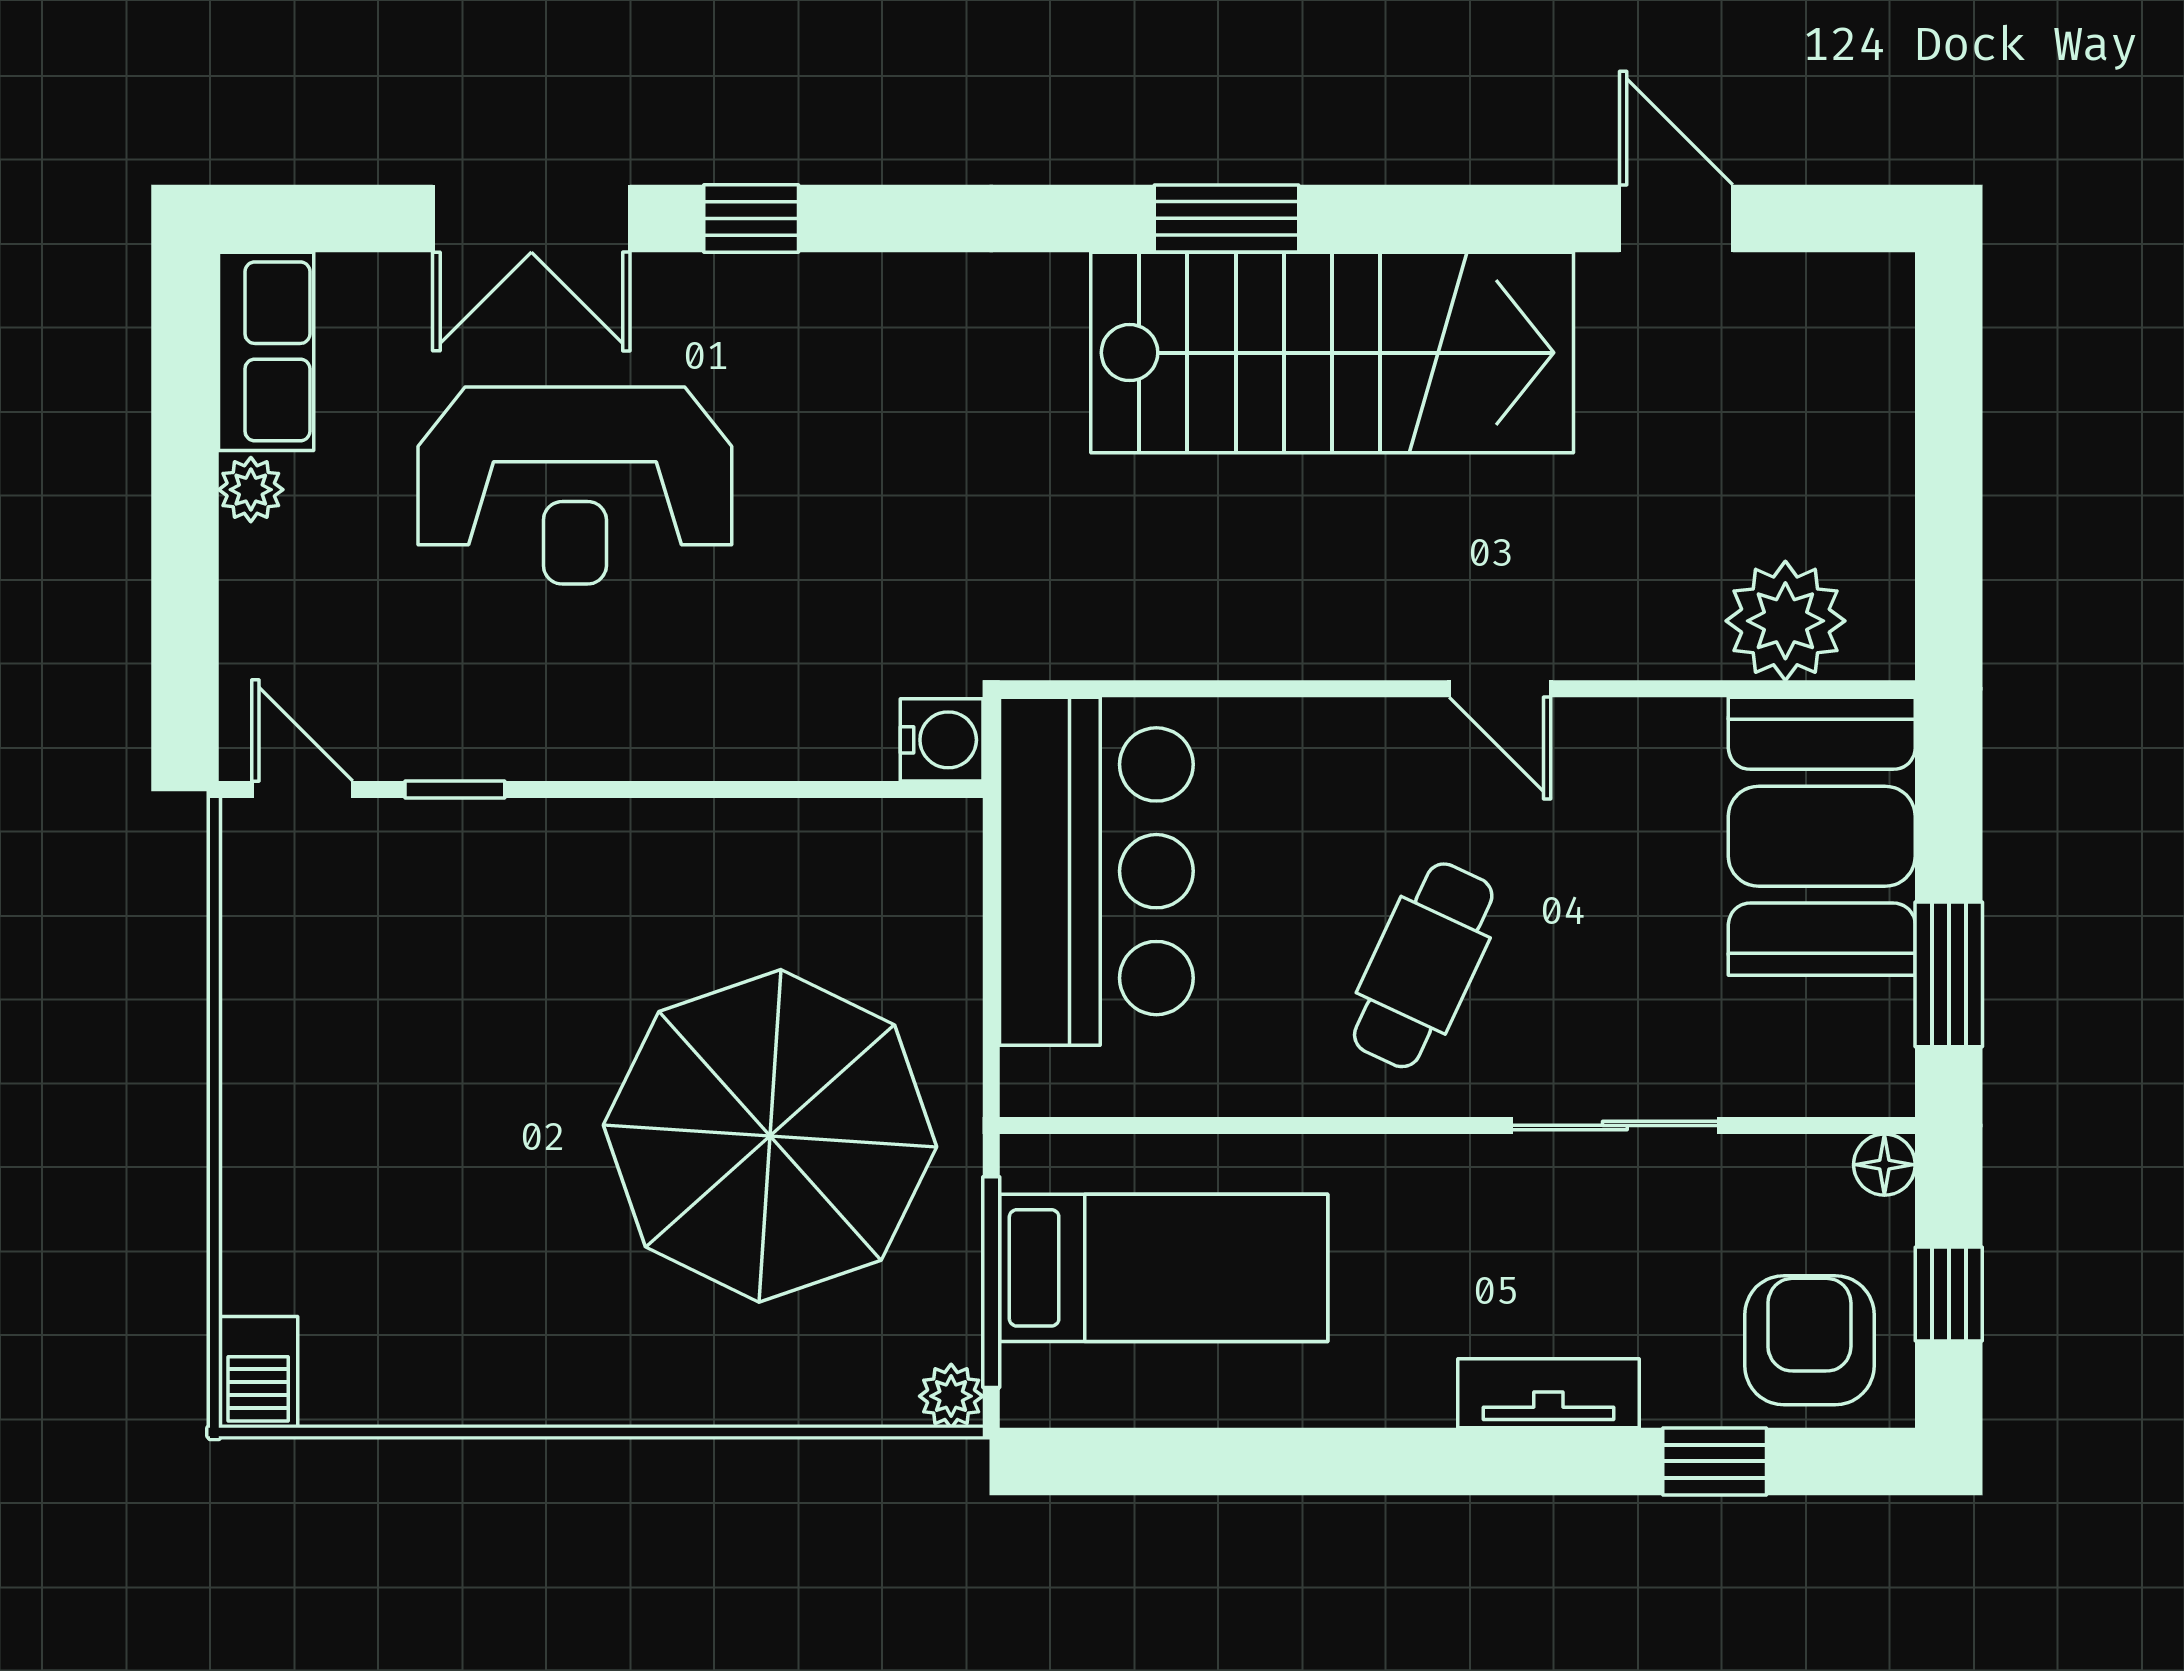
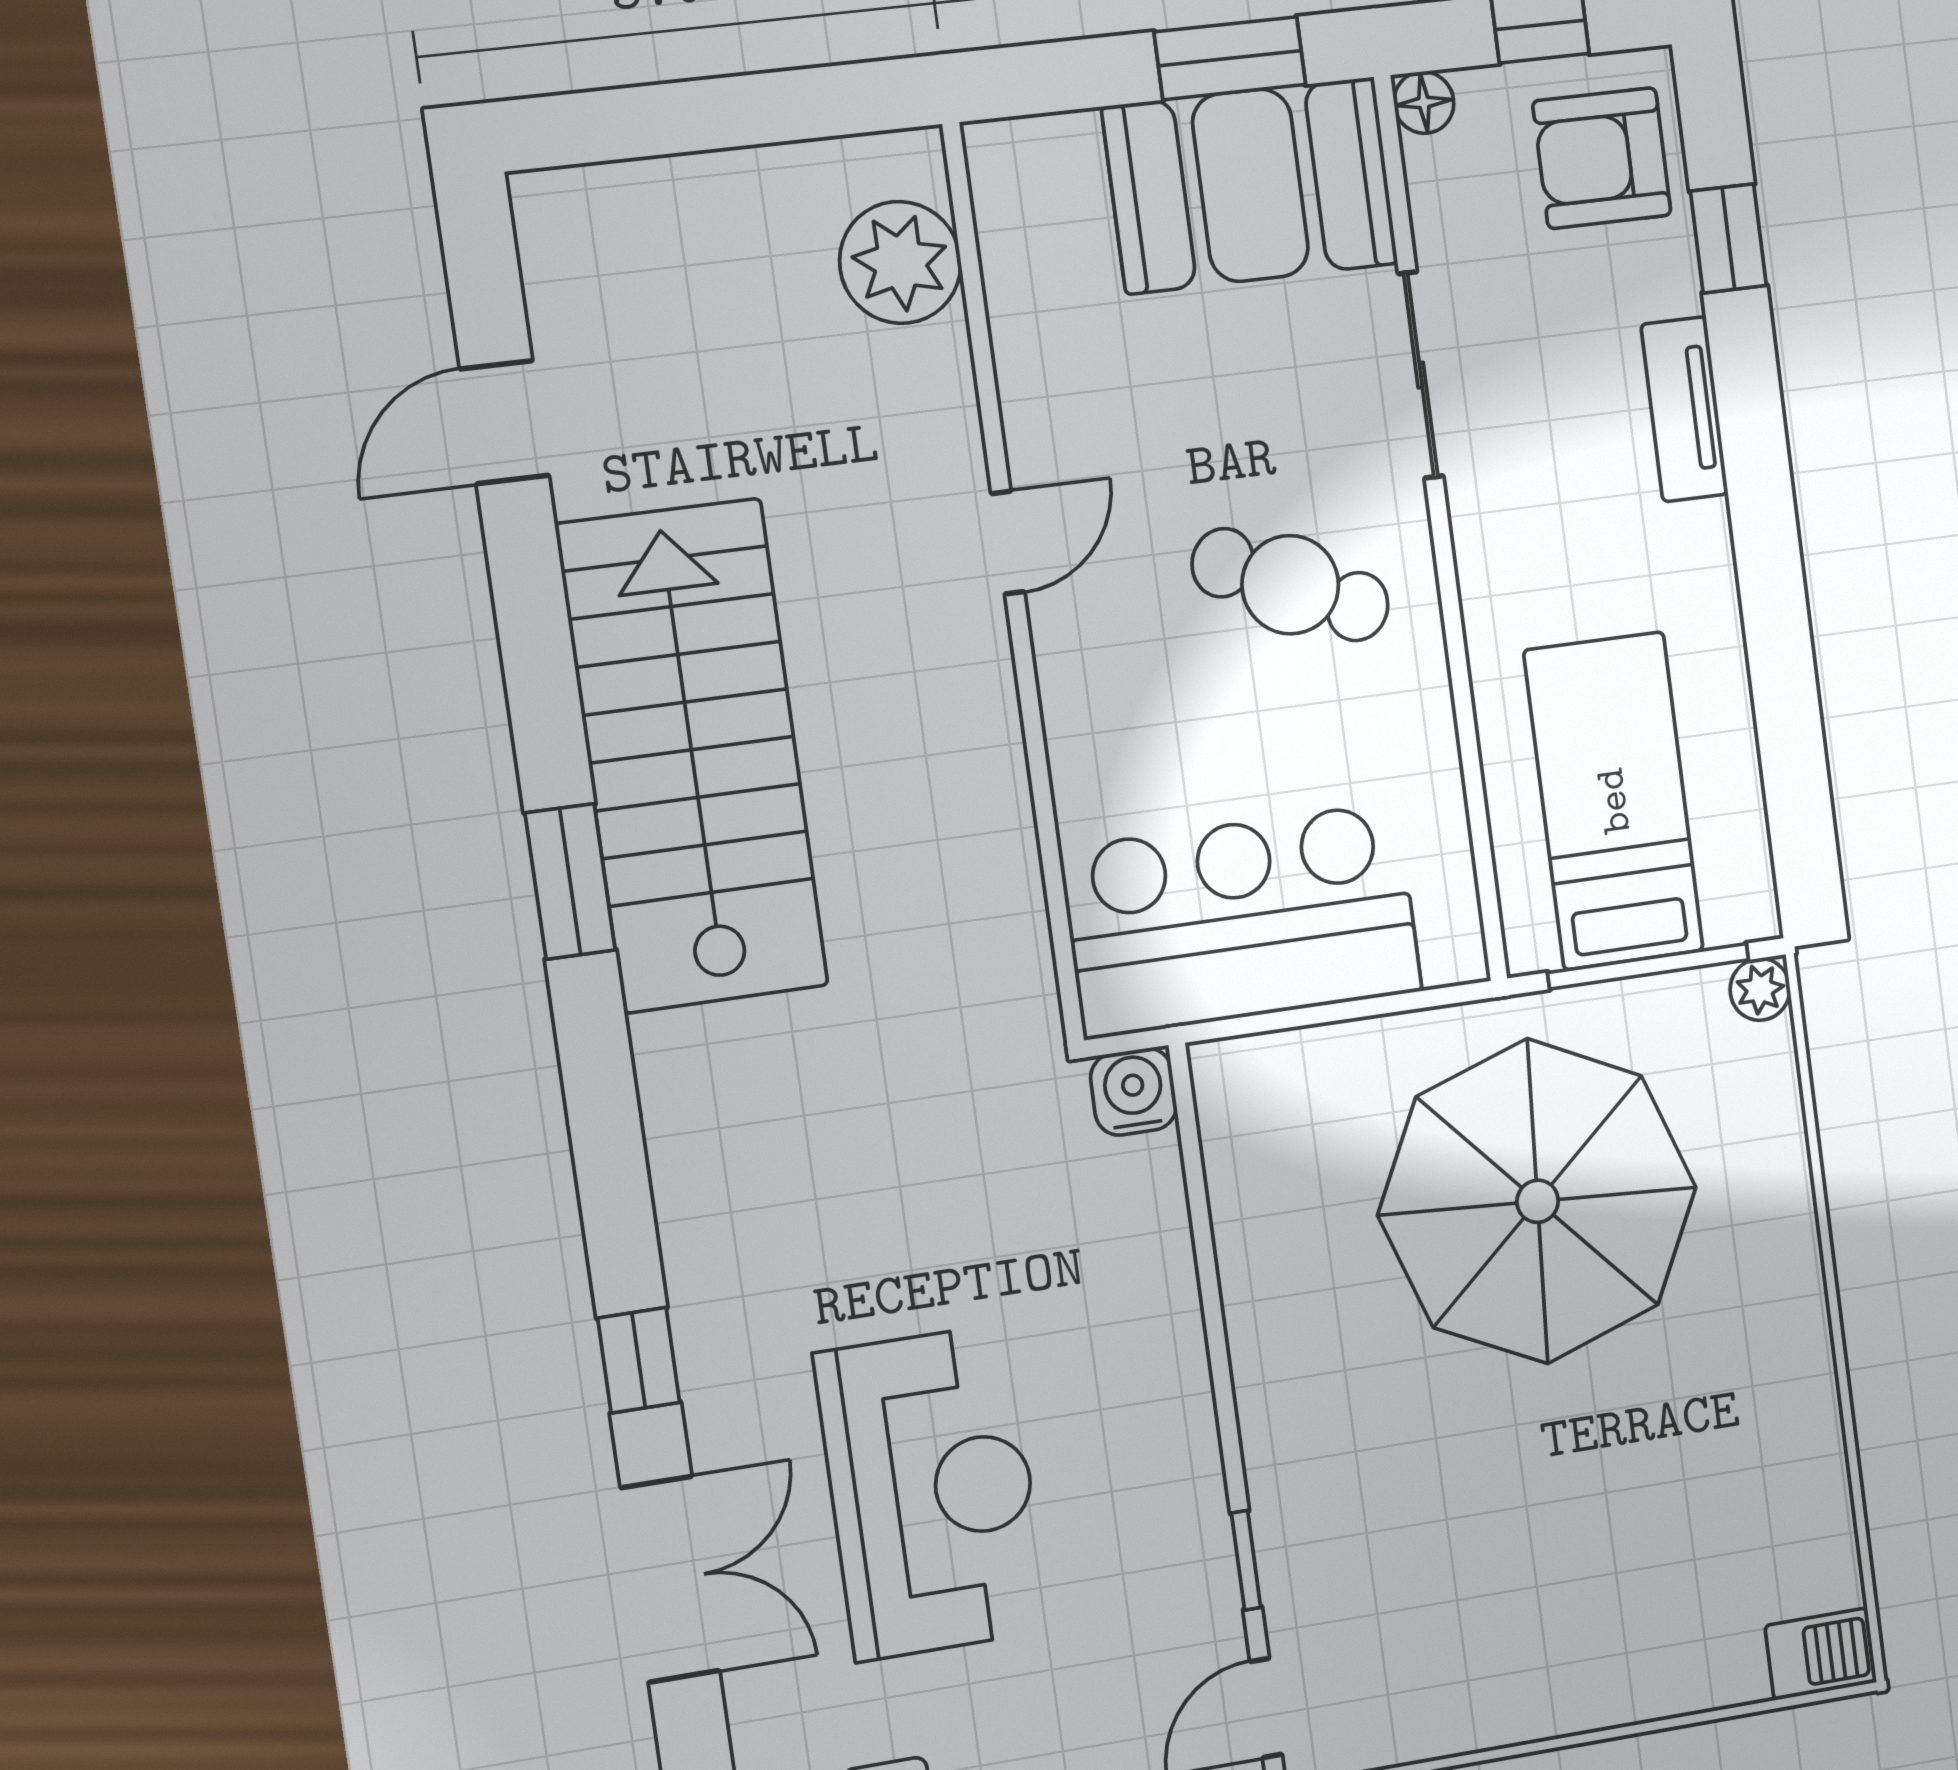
booth: (1822, 836) -> (1250, 185), moved

